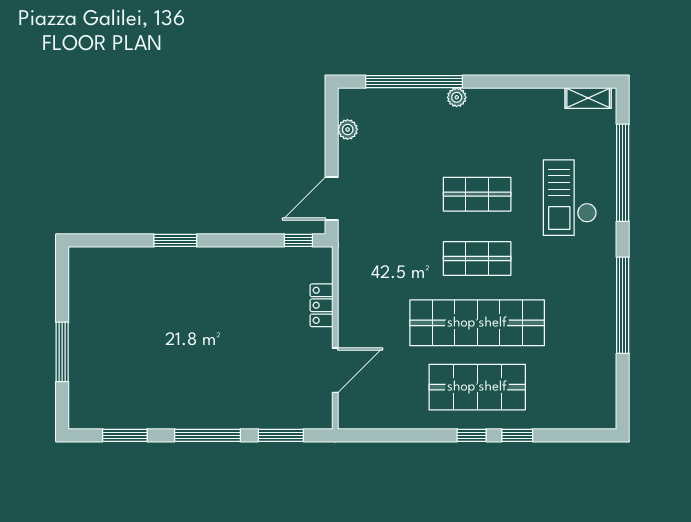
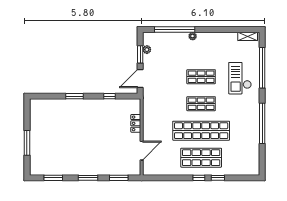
window: (332, 141) -> (140, 54), added
window: (298, 240) -> (110, 96), moved
window: (208, 435) -> (88, 178), width x0.69

